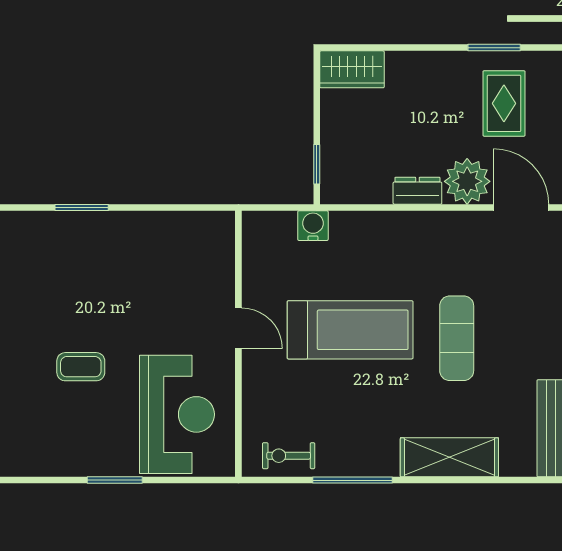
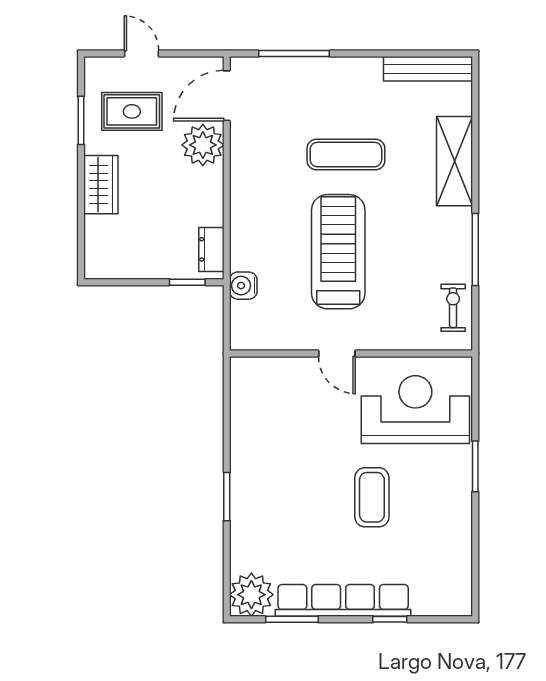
wardrobe: (352, 69) -> (101, 185), moved
dresser: (417, 191) -> (211, 249), moved
door: (238, 328) -> (337, 354), swing flipped
coffee table: (81, 367) -> (372, 497), width x1.36, depth x1.30
exercise bike: (289, 456) -> (453, 308), turned 180

